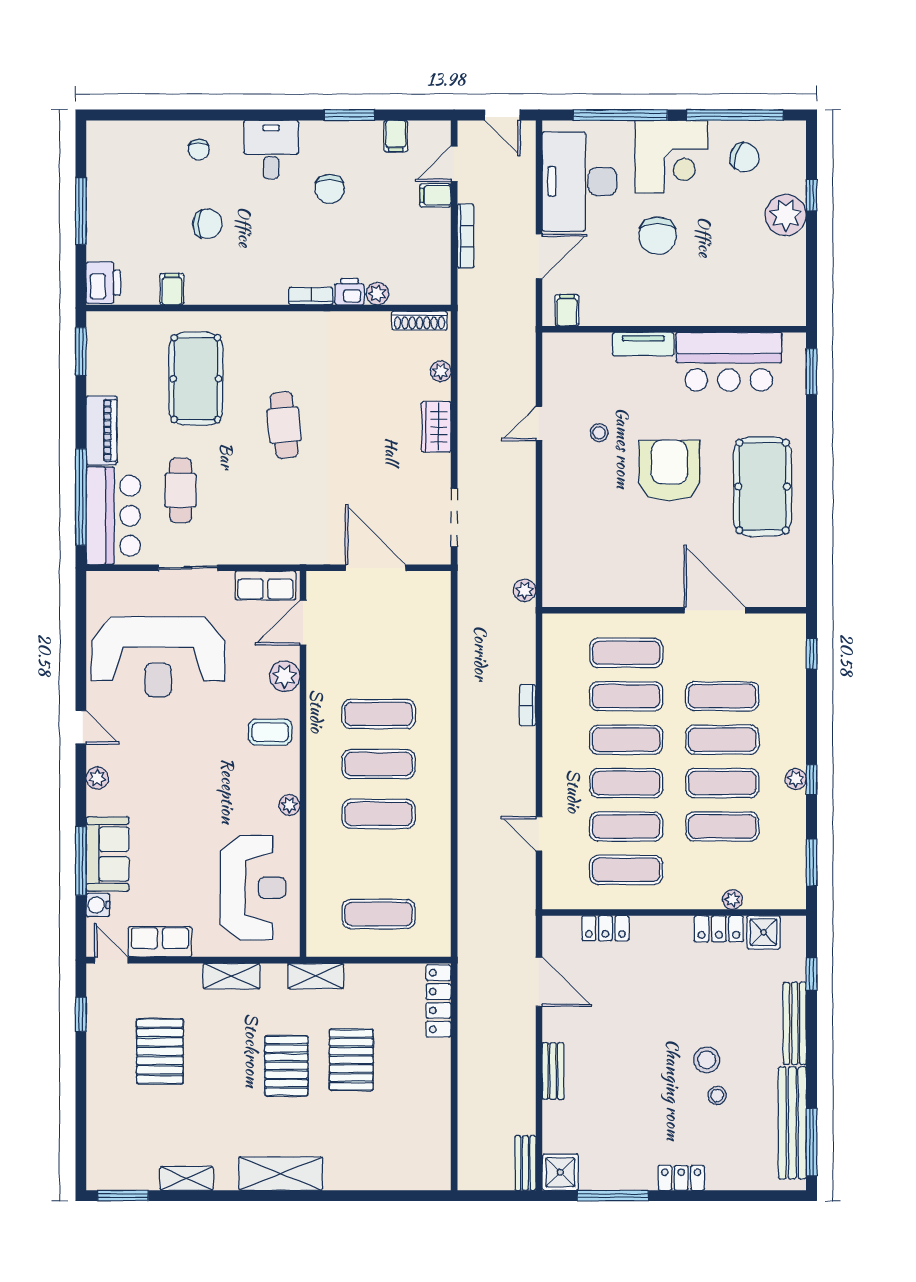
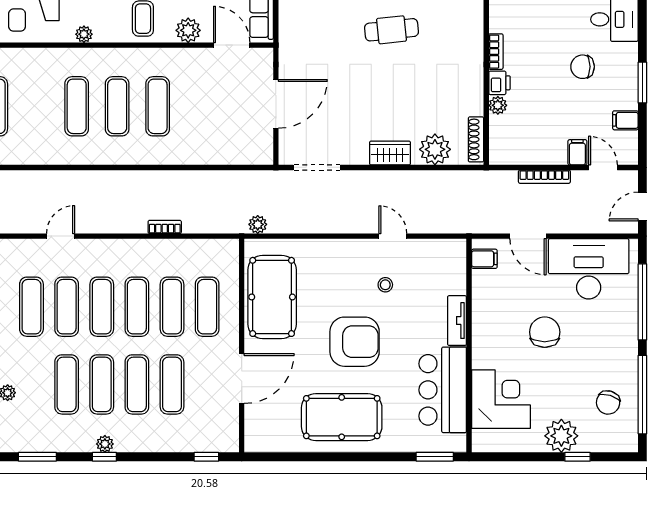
corner desk: (671, 157) -> (501, 399), moved, turned 180
chair: (658, 236) -> (545, 332), turned 90
plant: (441, 371) -> (435, 149), width x1.88, depth x1.88
pool table: (614, 573) -> (272, 297), added

